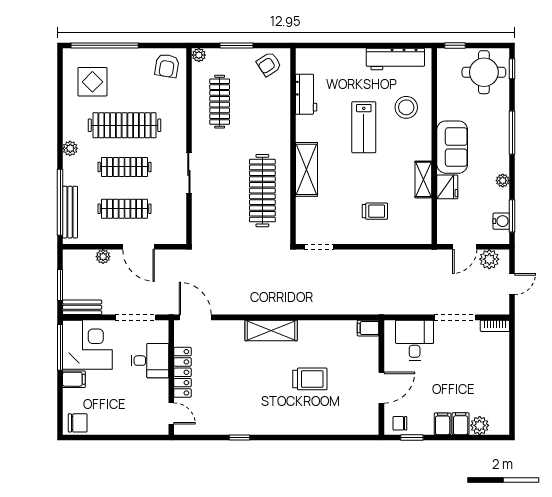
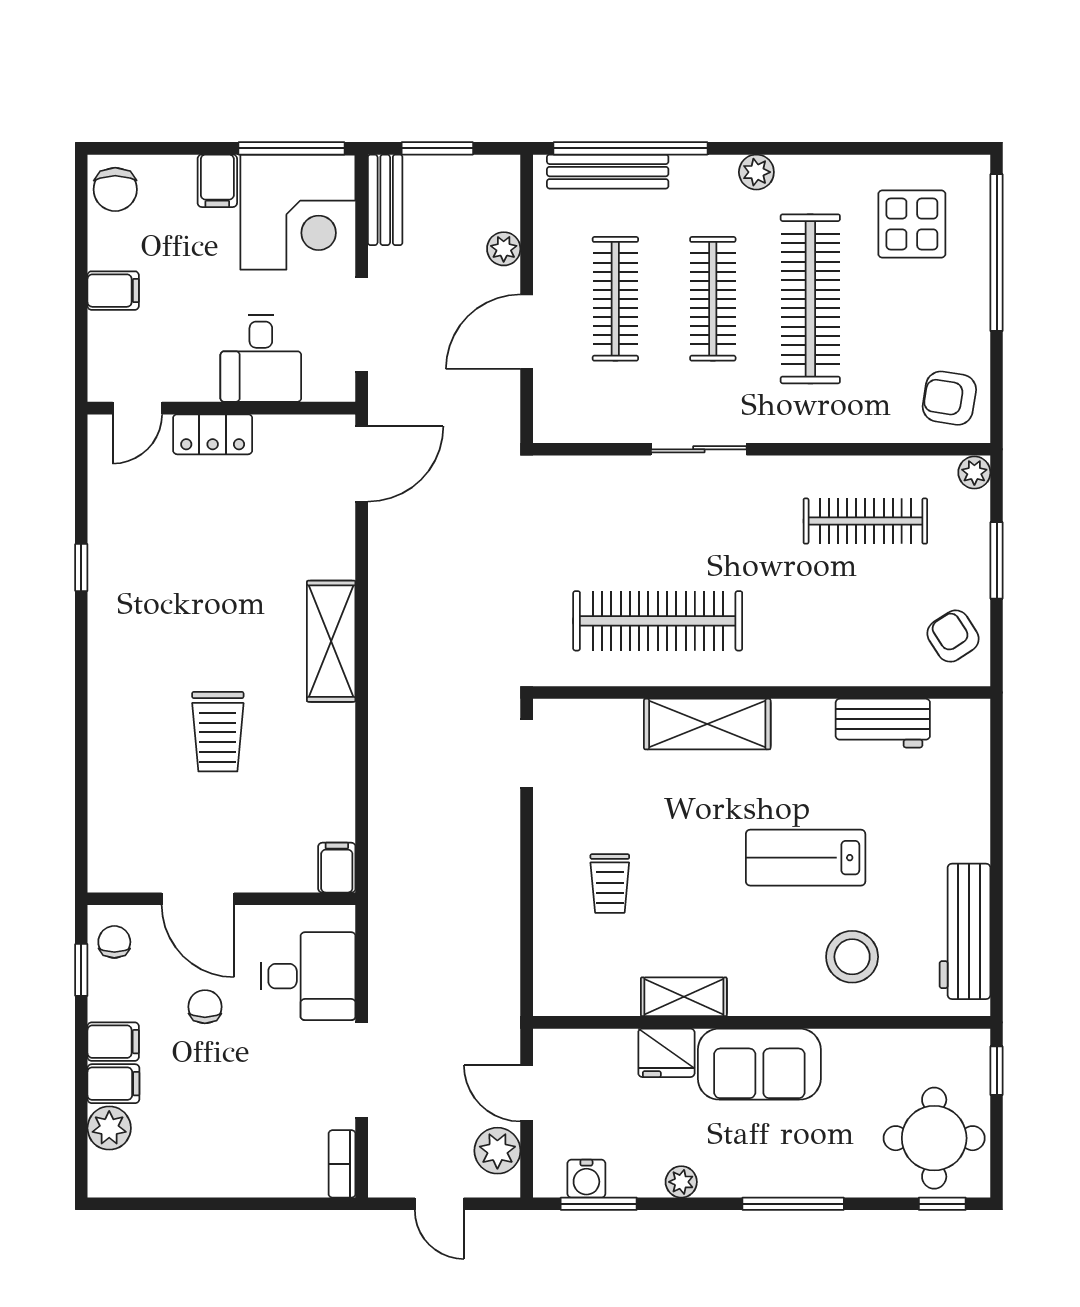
locker: (182, 372) -> (213, 434), width x0.66
chair: (428, 384) -> (205, 1007), added
filing cabinet: (121, 424) -> (113, 291), added

